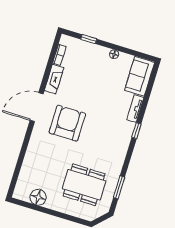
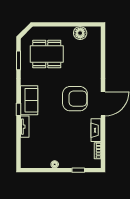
sofa: (140, 76) -> (29, 100), moved
armchair: (67, 123) -> (75, 99), turned -90

